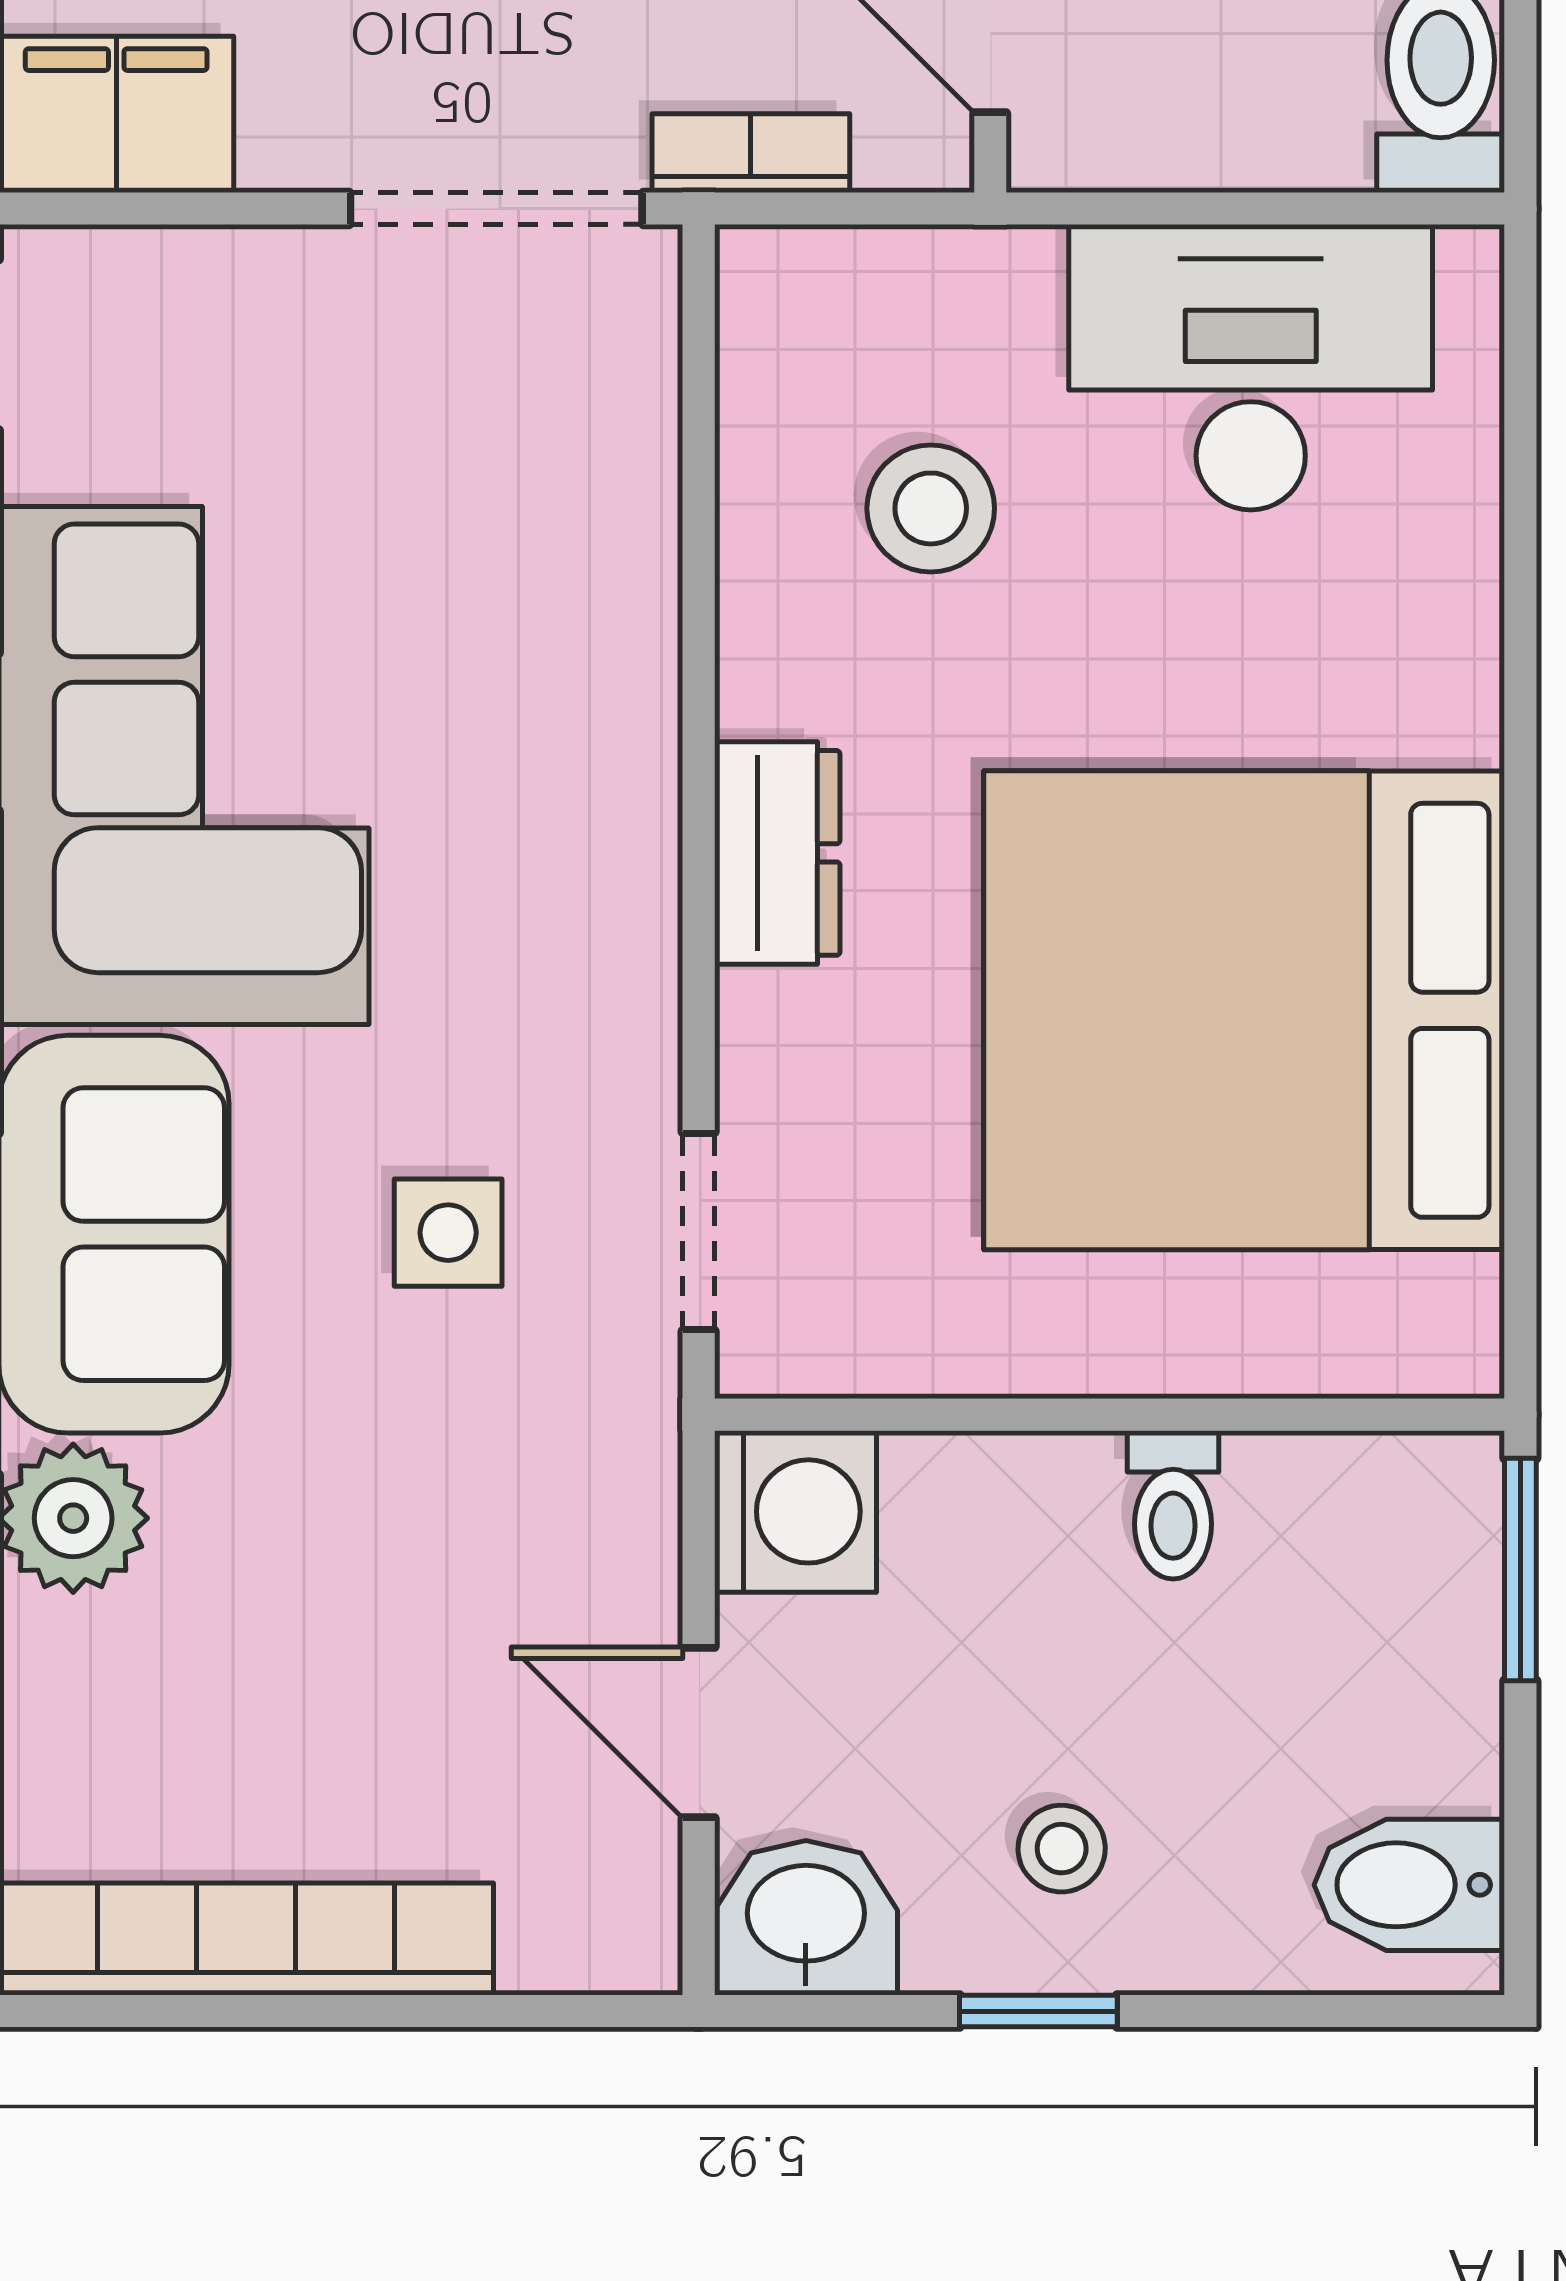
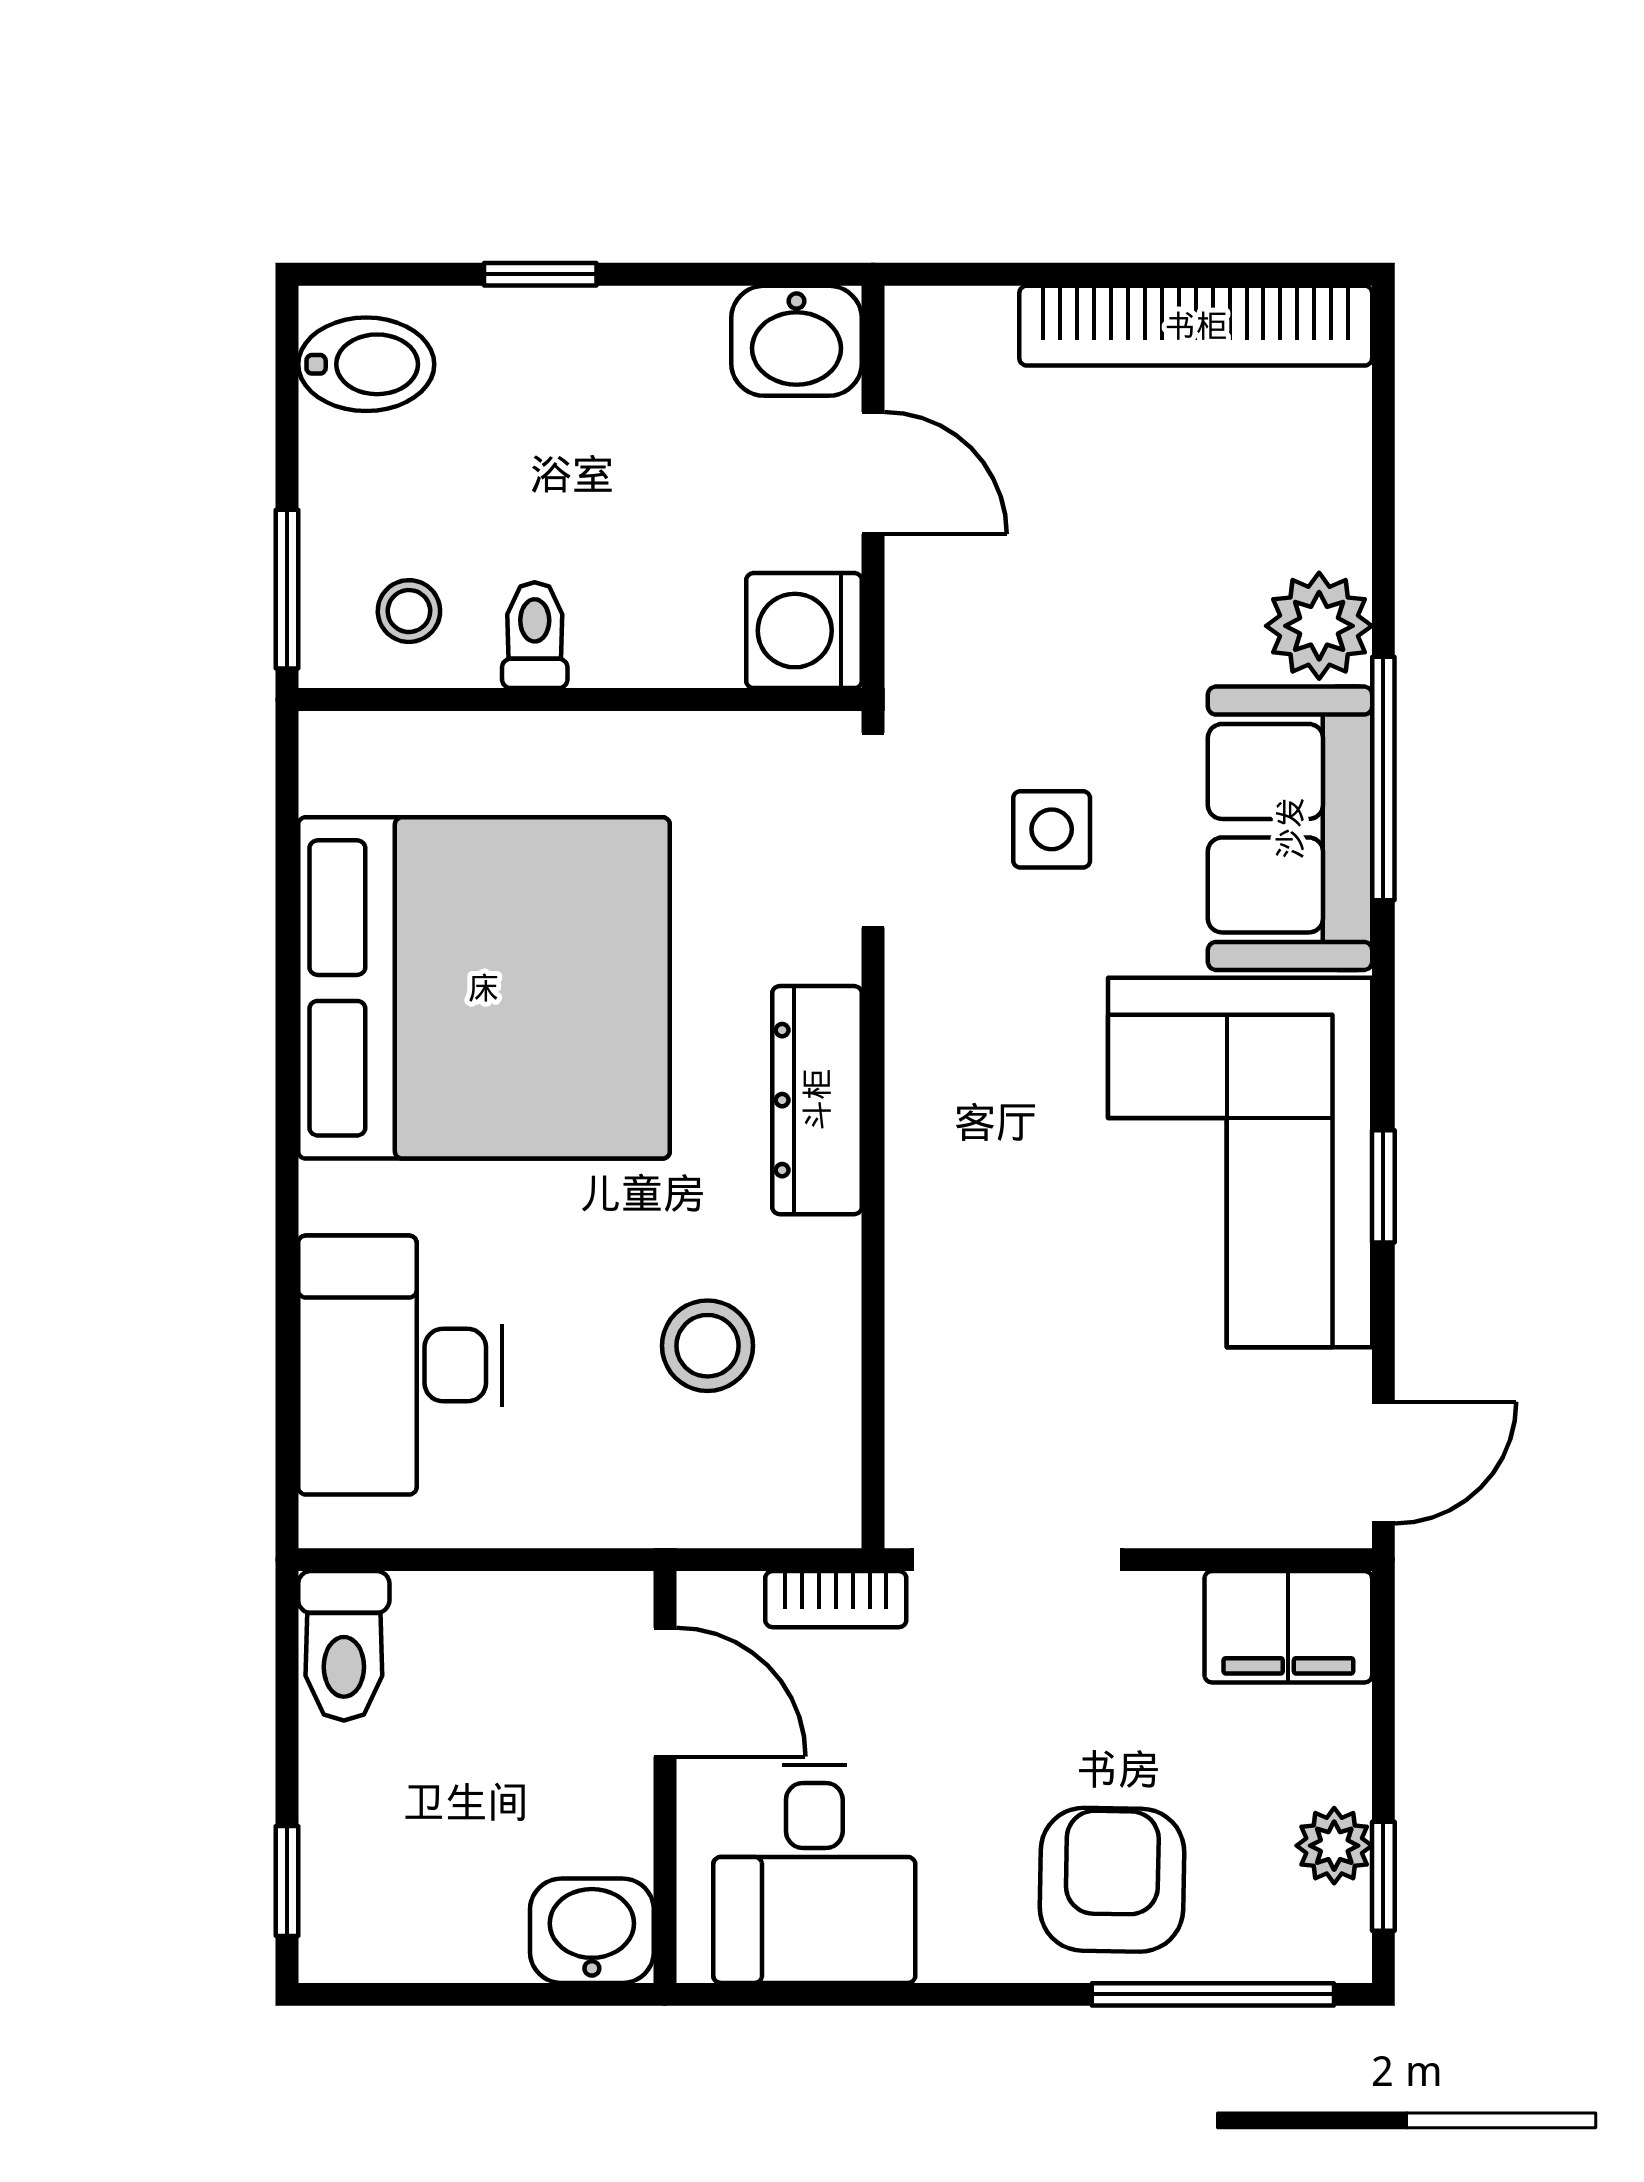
desk: (1251, 367) -> (400, 1365), moved, turned 90
dresser: (777, 853) -> (817, 1100), width x1.44
doorway: (699, 1231) -> (873, 830), width x1.38
stool: (1062, 1849) -> (409, 611), moved
window: (1038, 2011) -> (540, 274), moved

